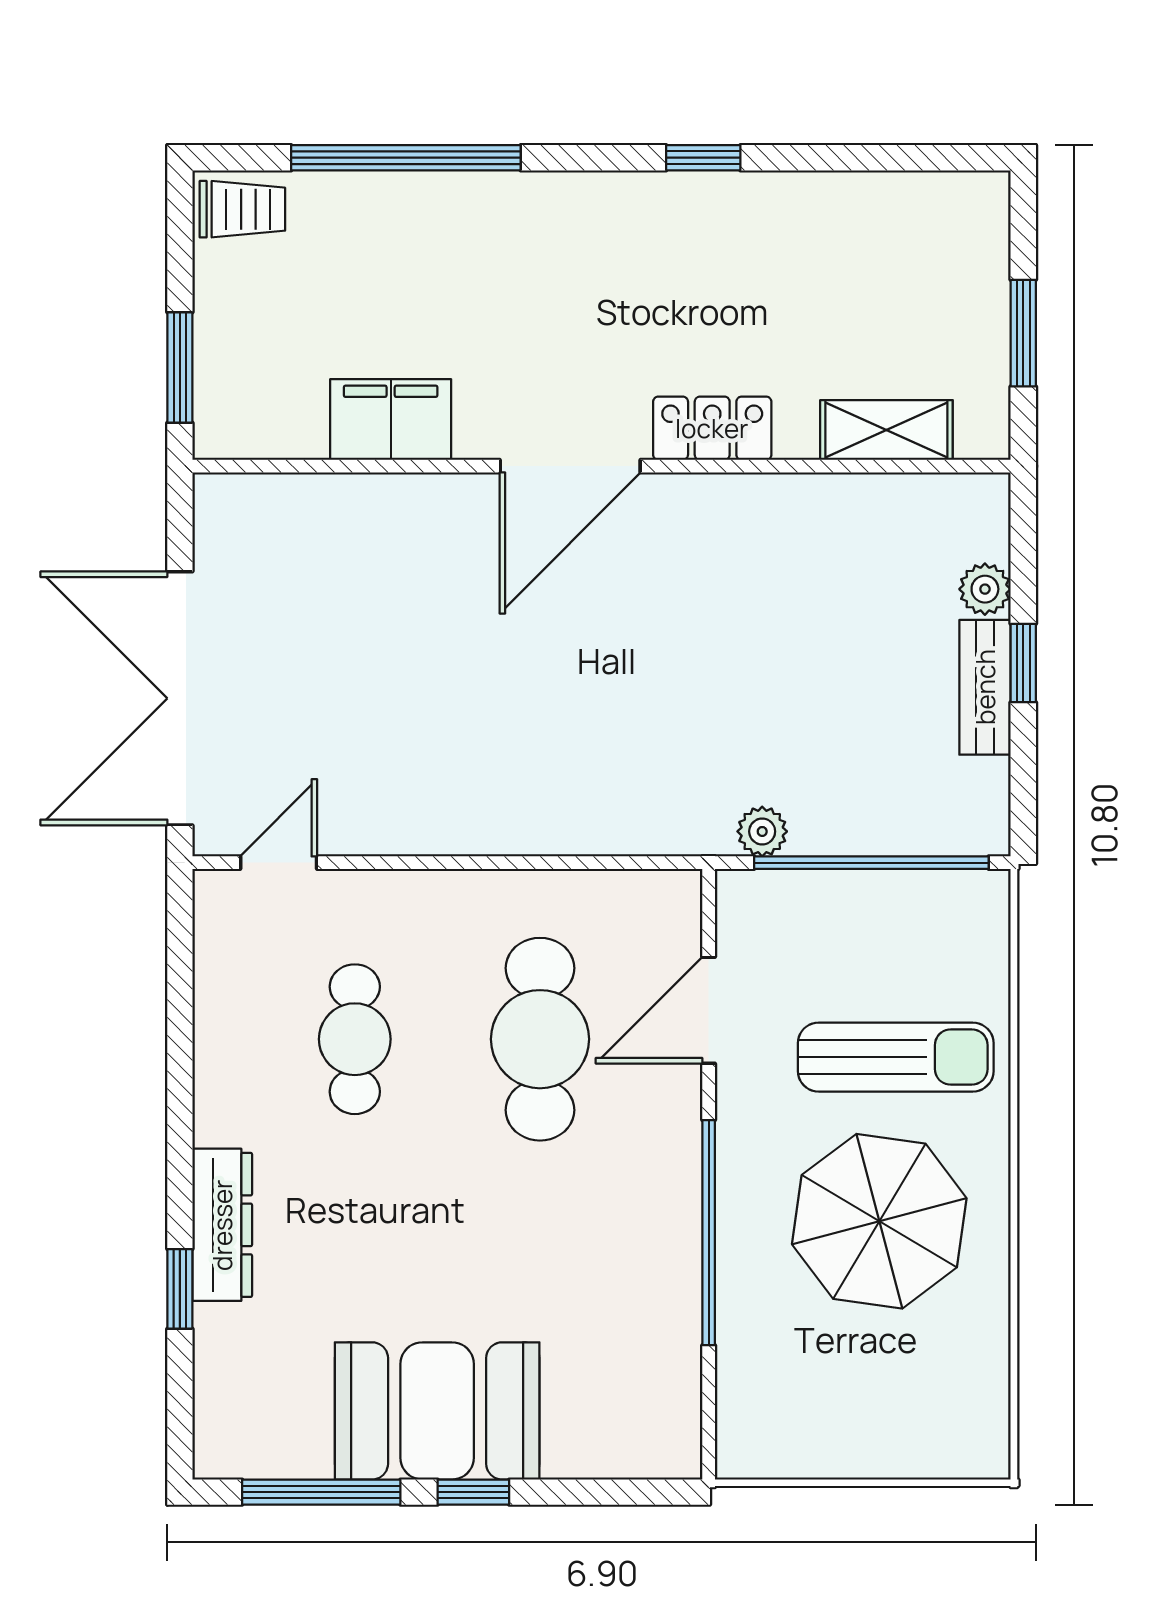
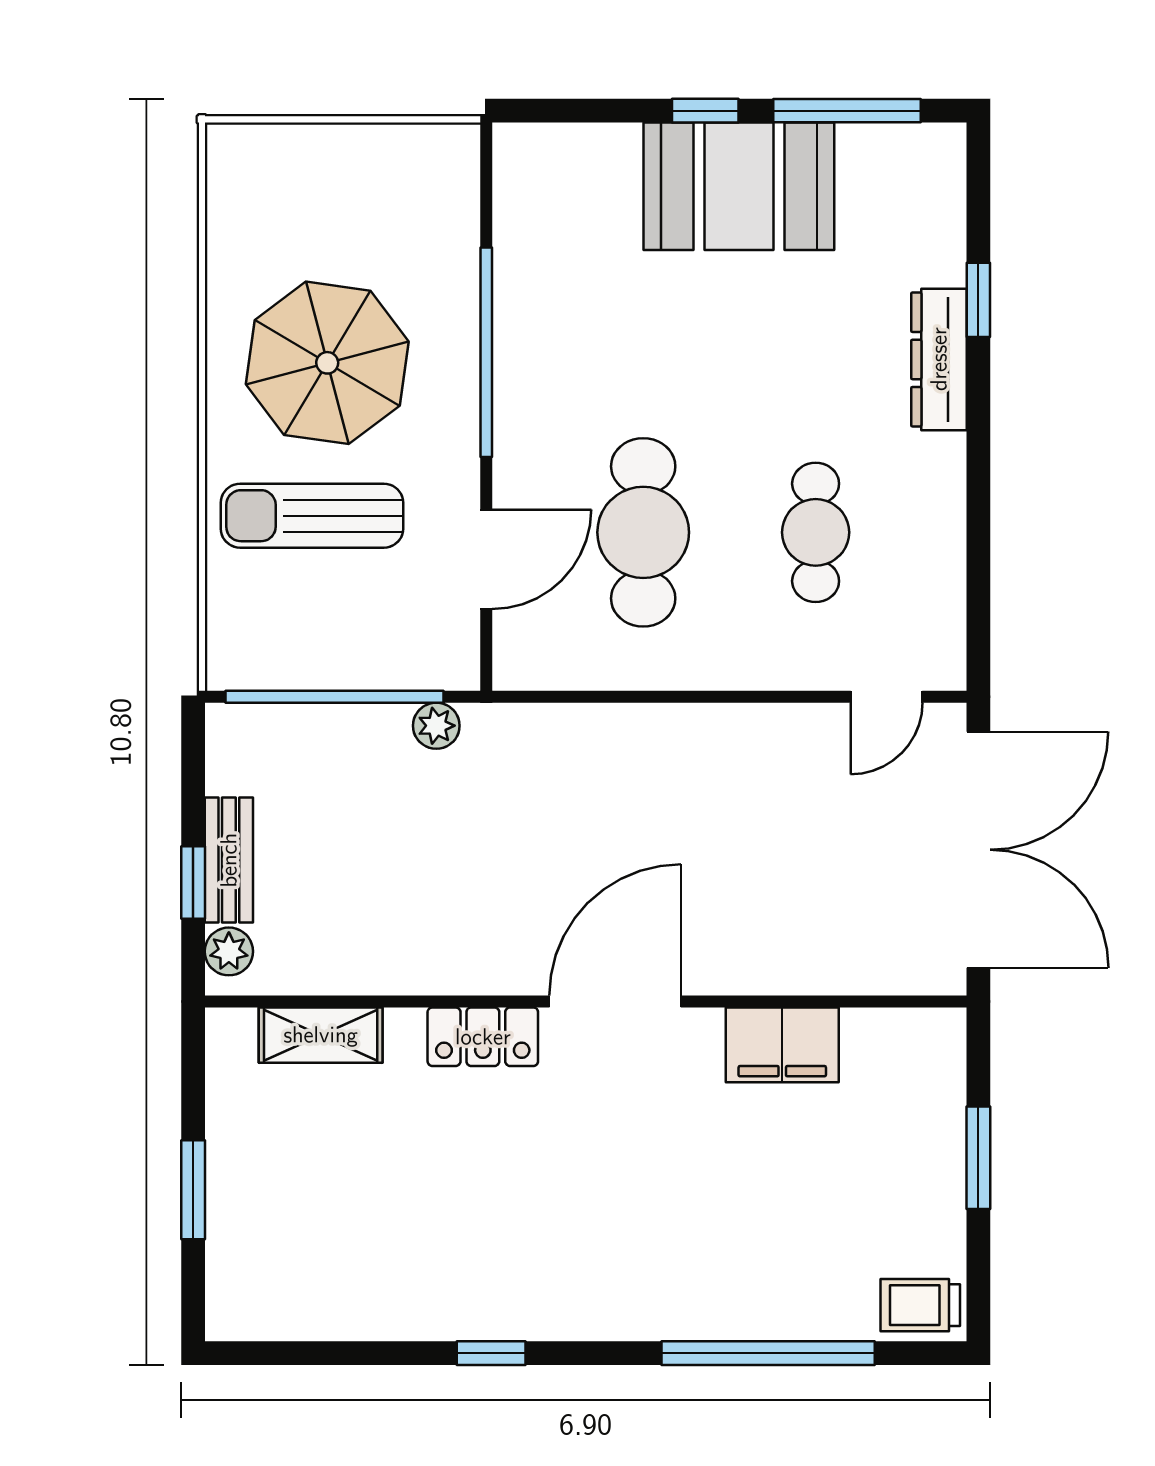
filing cabinet: (391, 420) -> (782, 1045), moved
locker: (712, 428) -> (483, 1037), moved
shelving: (886, 430) -> (321, 1035), moved
door: (570, 466) -> (615, 1001), moved
wall: (602, 466) -> (586, 1001), moved

